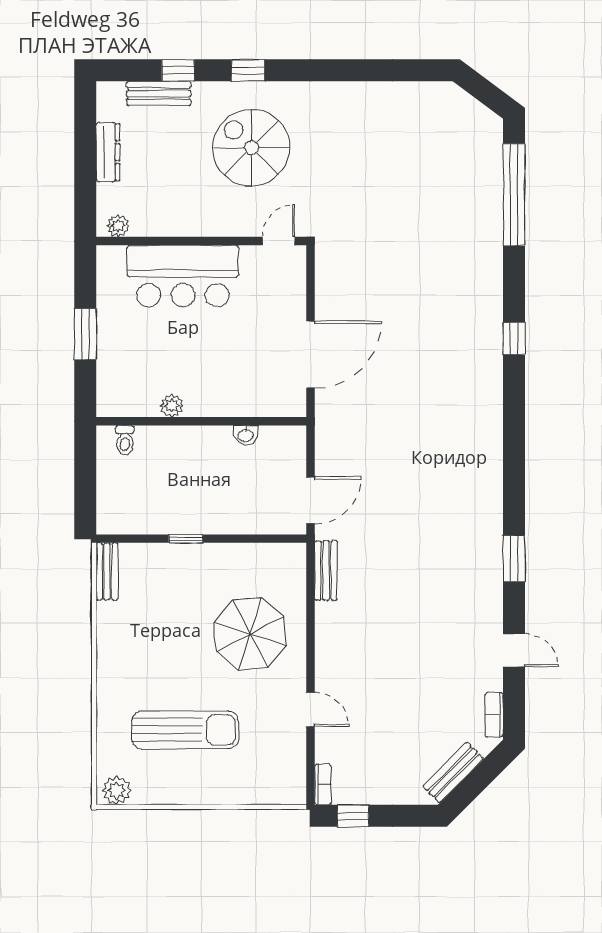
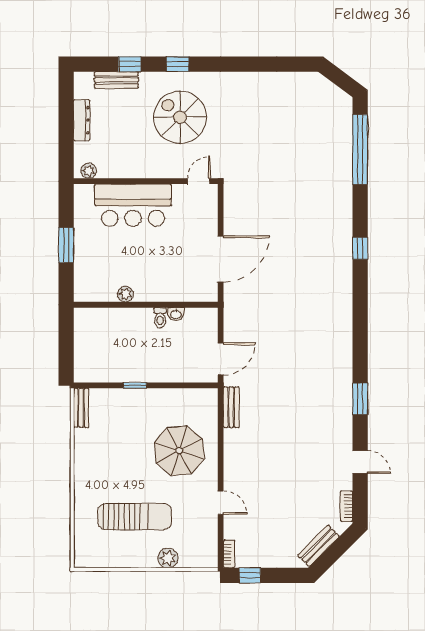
toilet: (125, 440) -> (160, 318), moved
plant: (117, 790) -> (168, 558), moved

